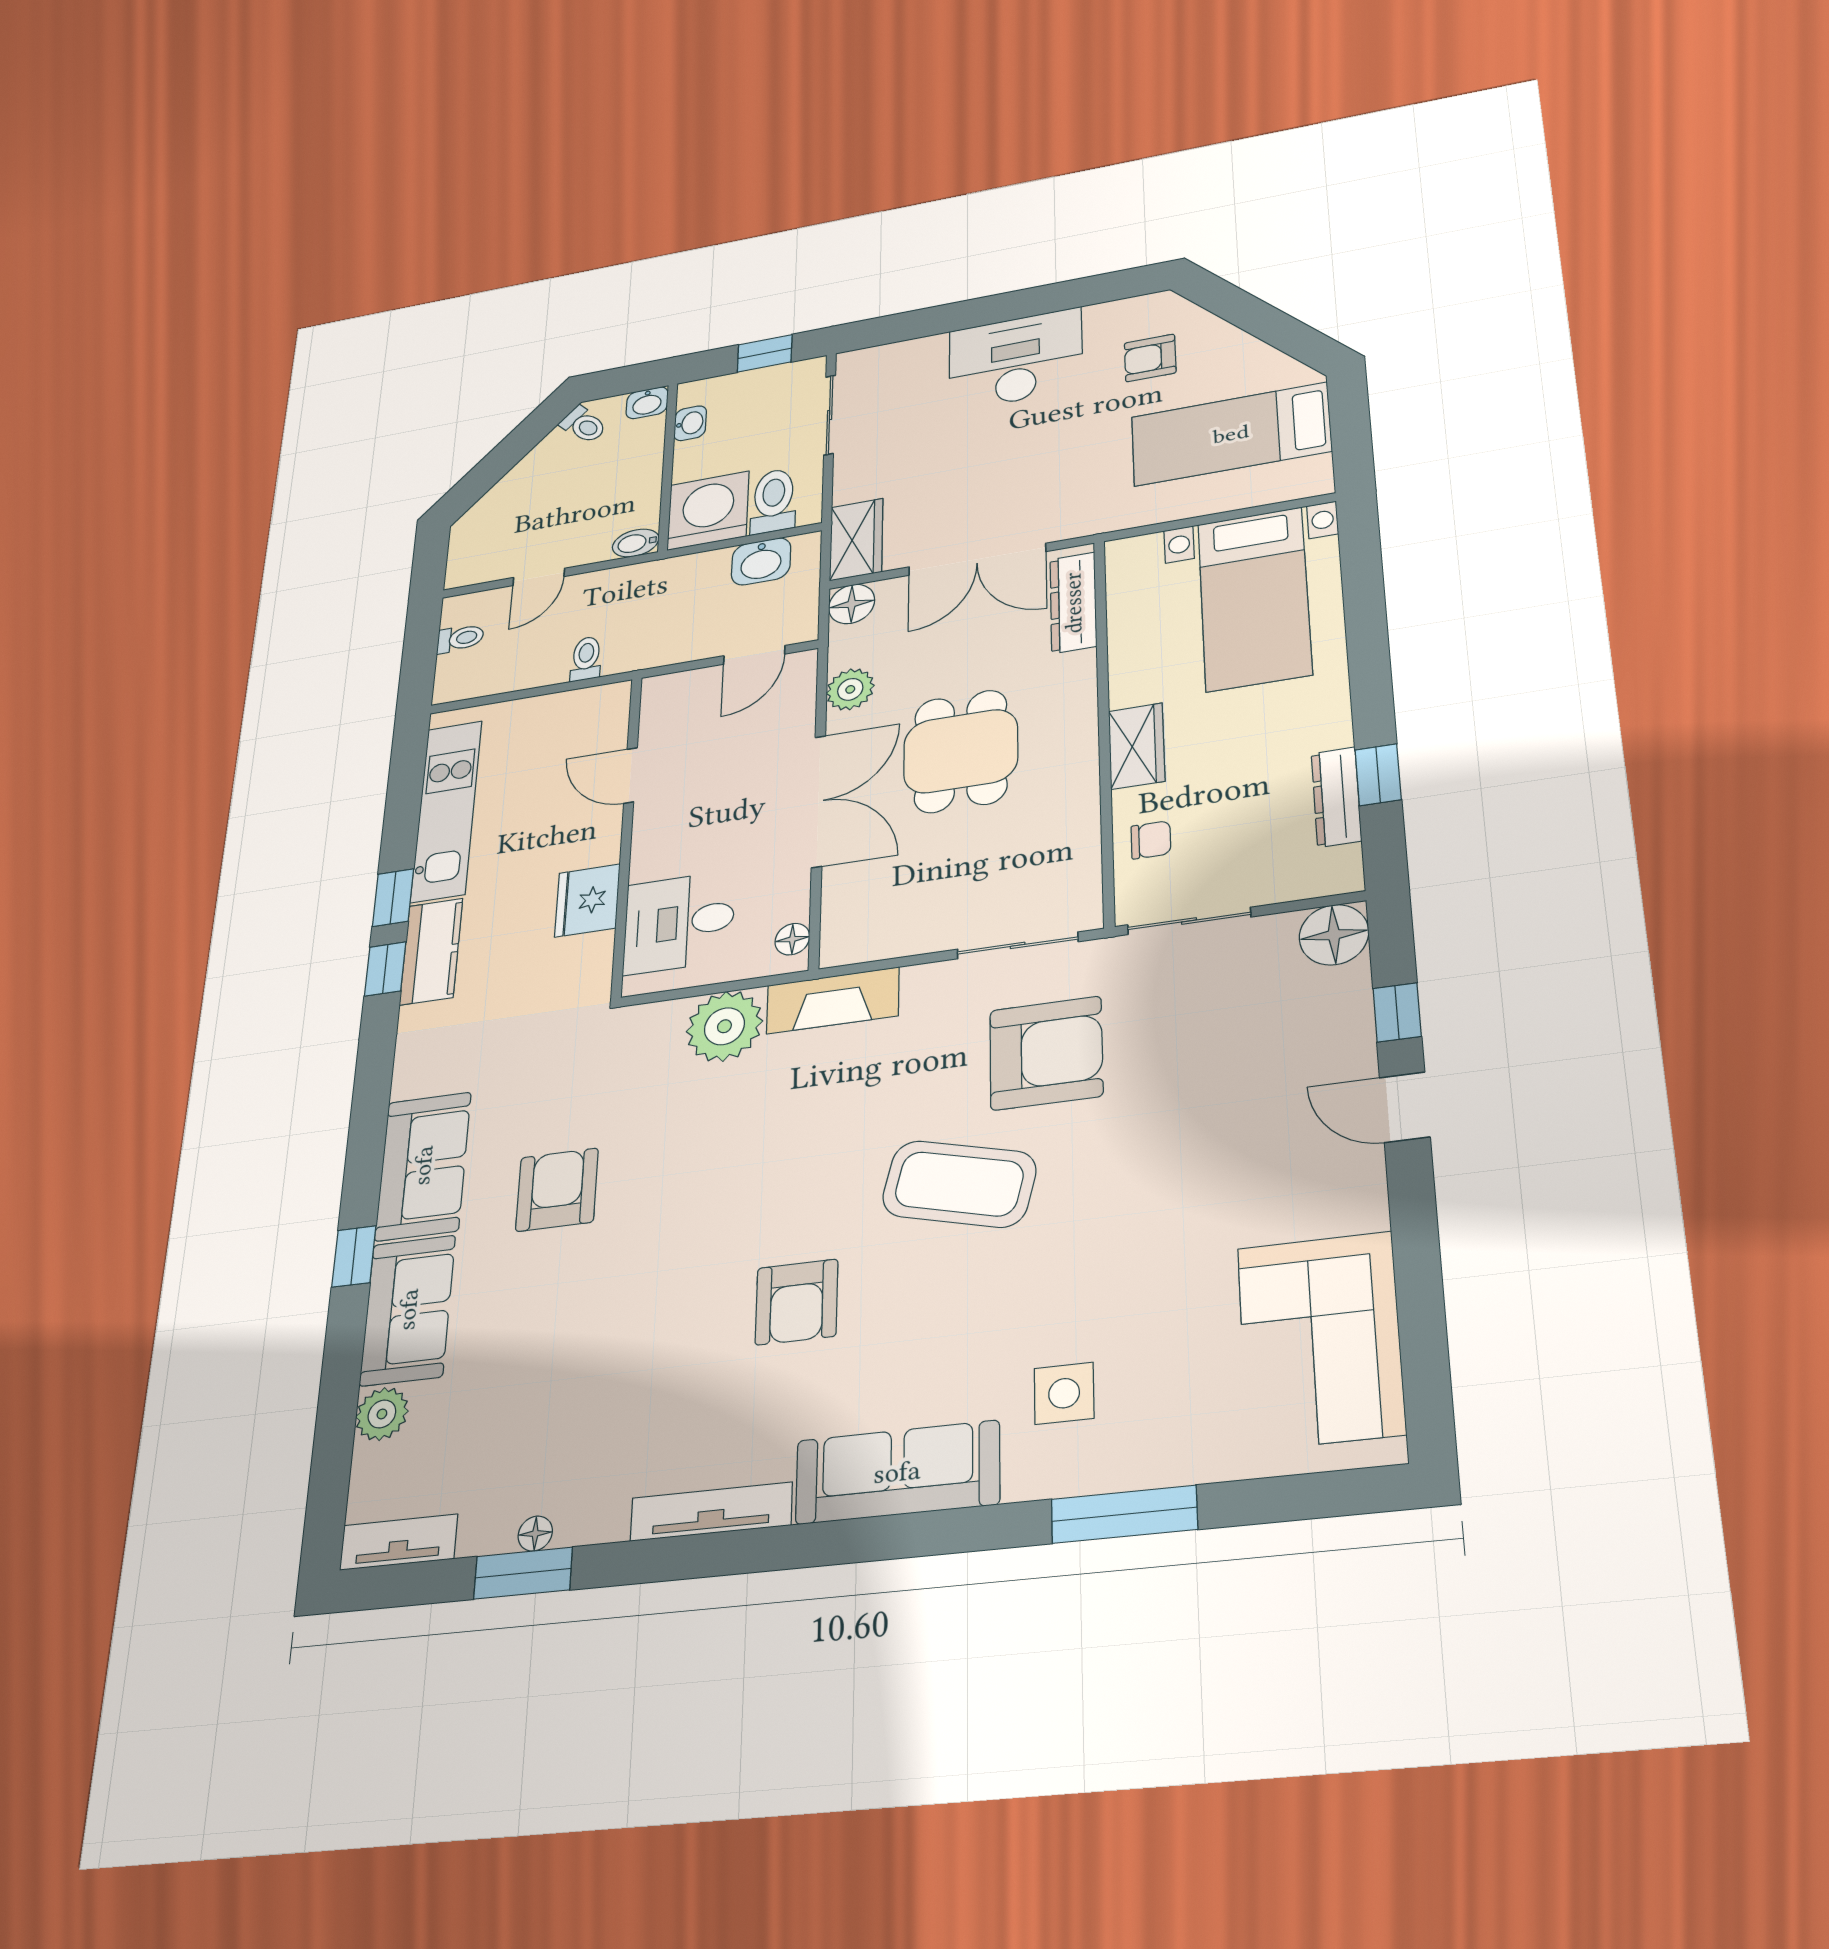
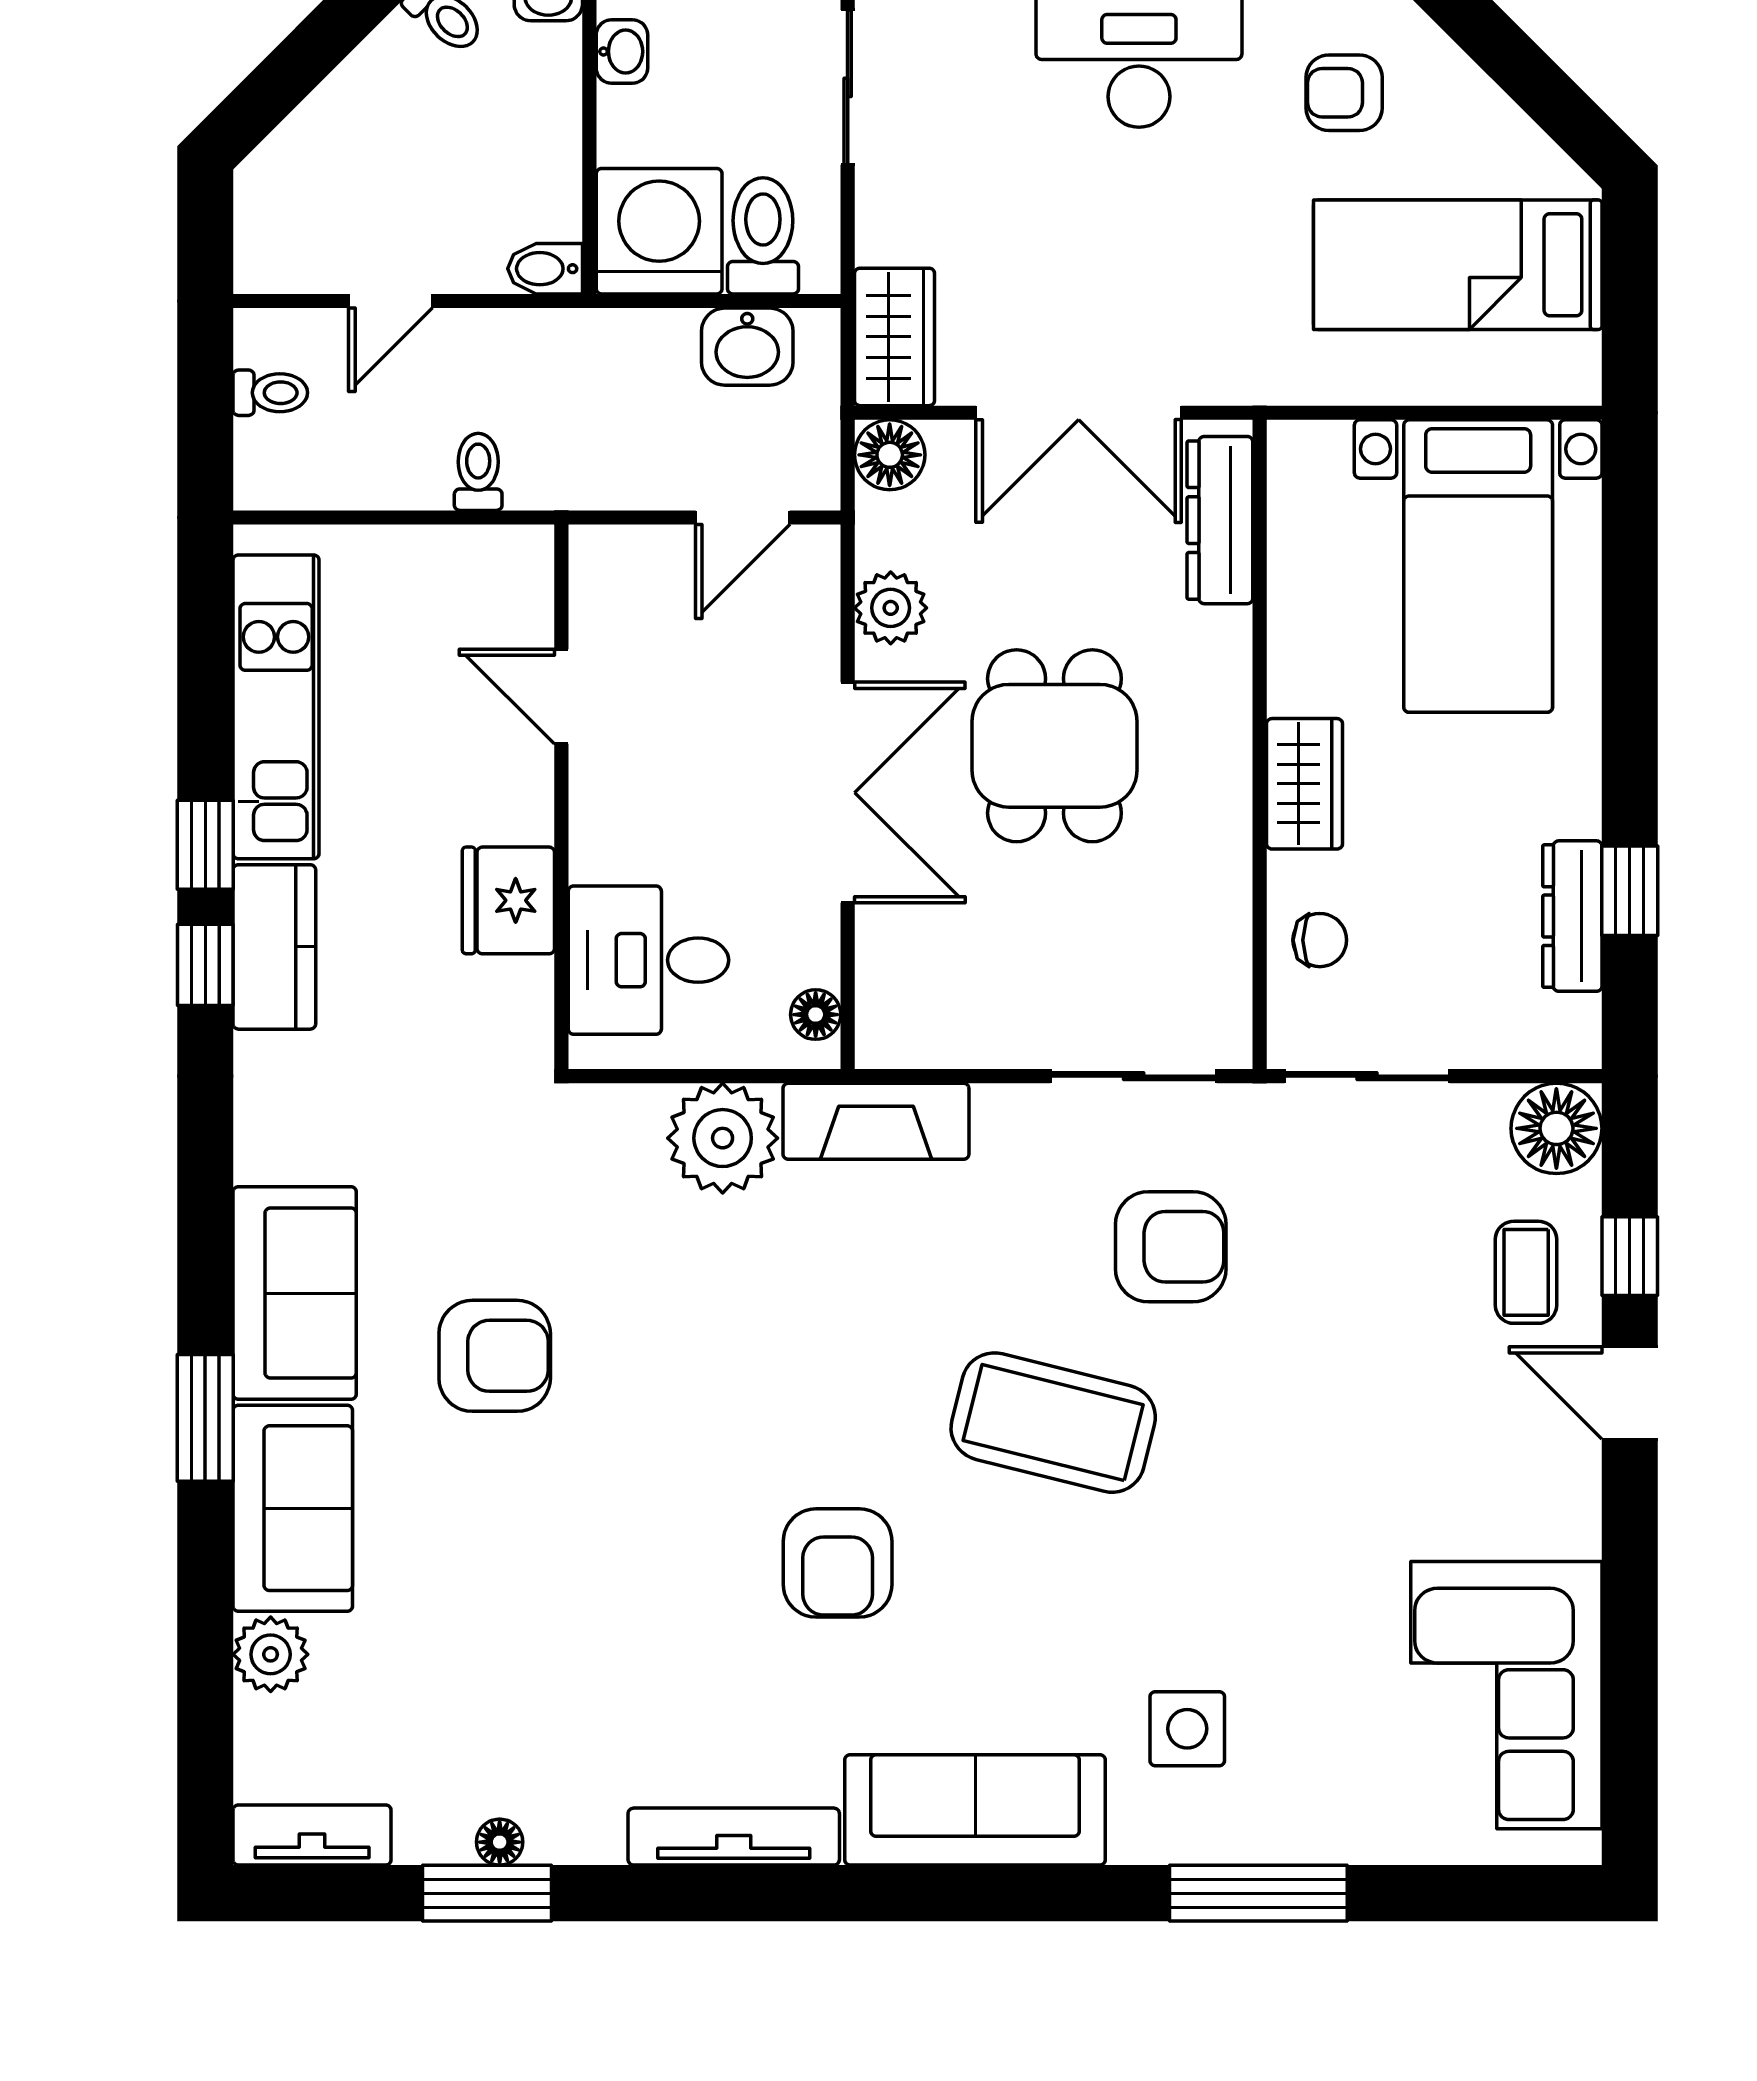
coffee table: (1317, 1034) -> (1526, 1272), added
armchair: (1046, 1053) -> (1171, 1247), width x0.73, depth x0.73
armchair: (557, 1190) -> (495, 1356), turned 90
window: (354, 1256) -> (205, 1418), width x1.50

